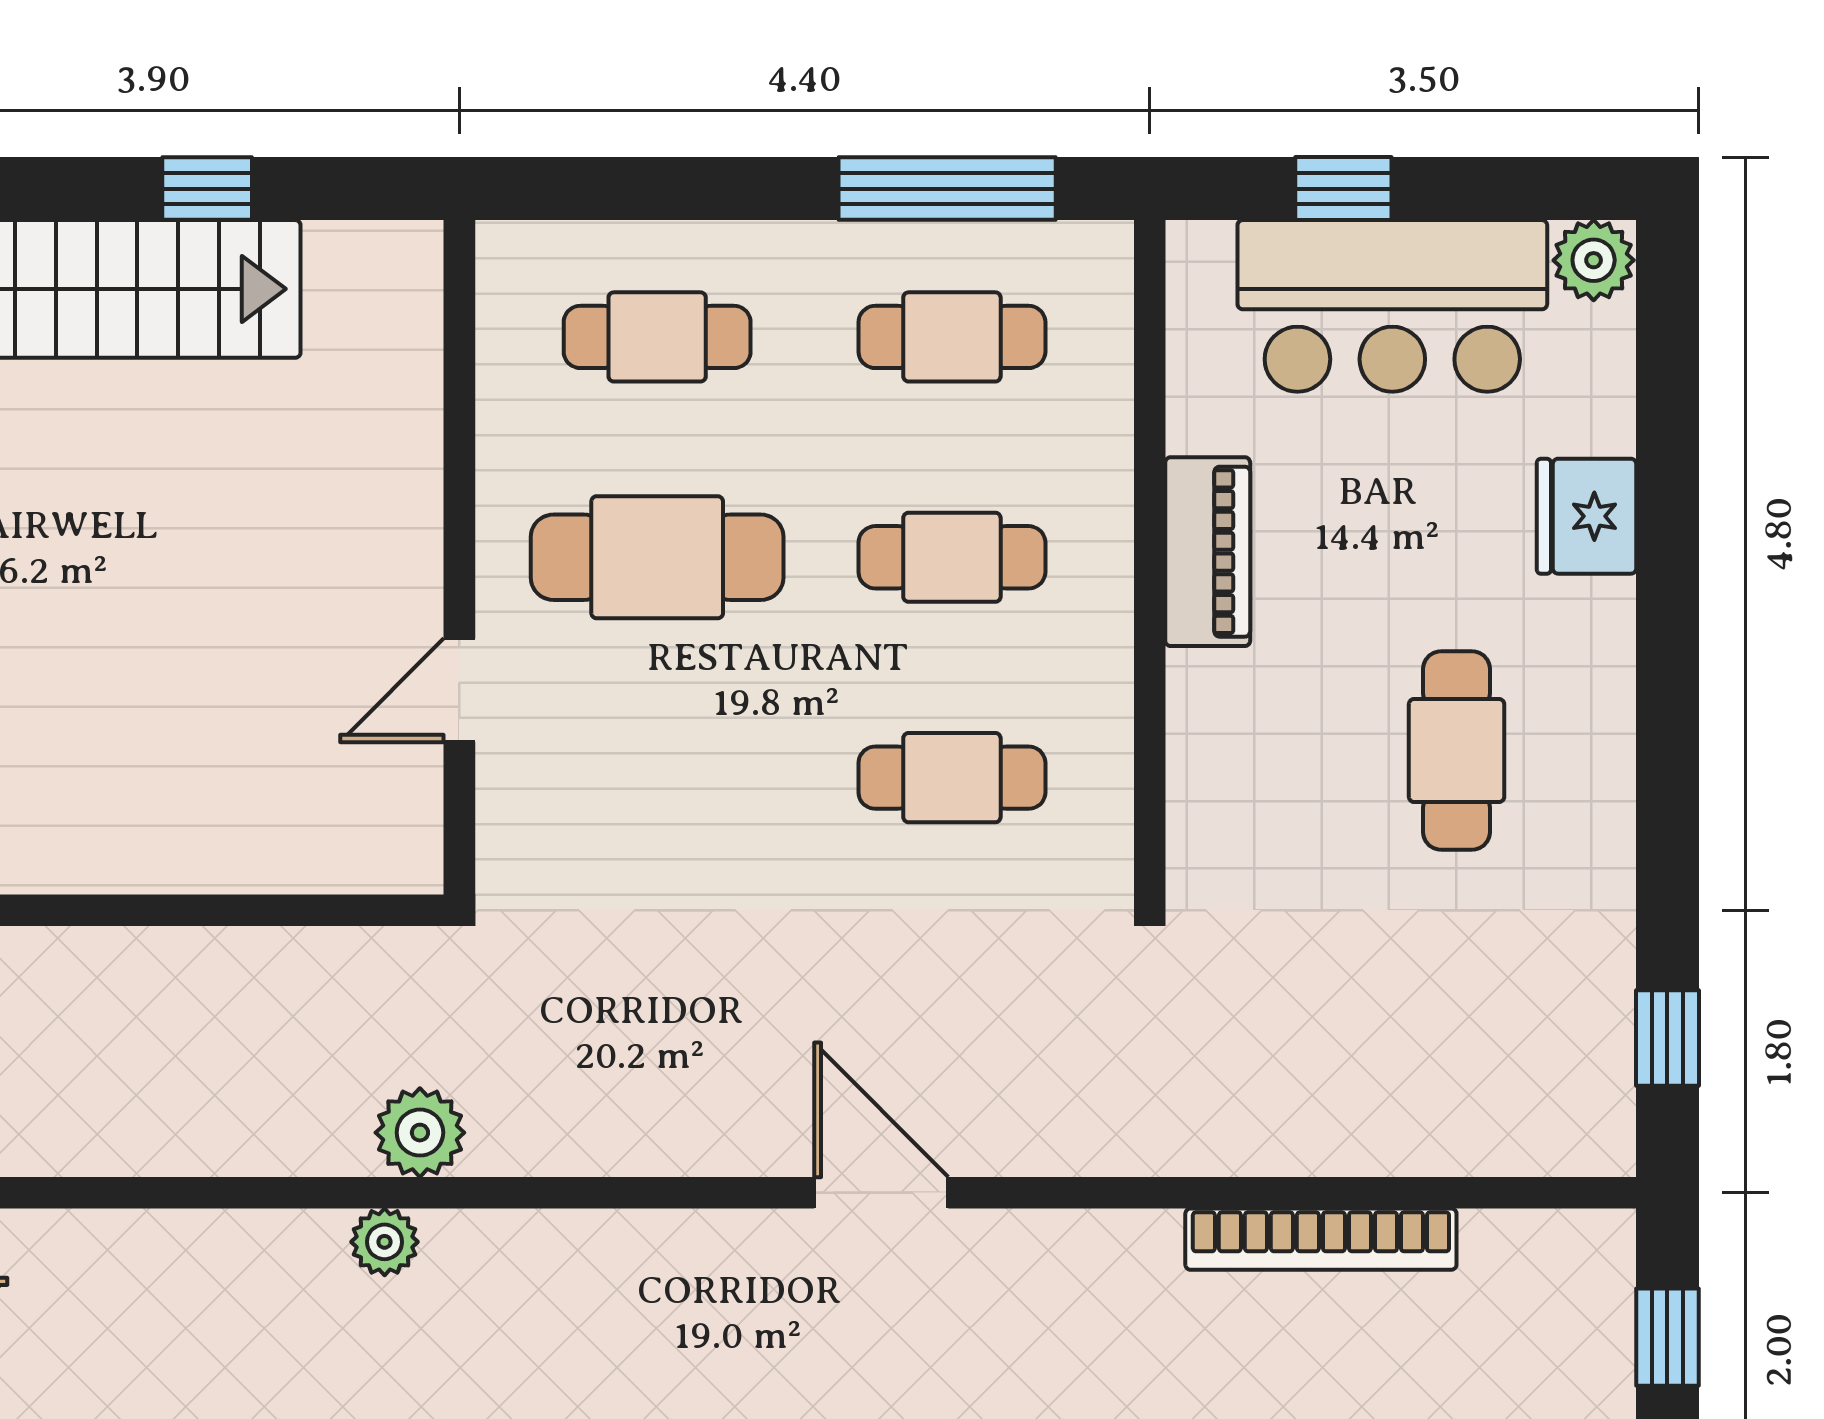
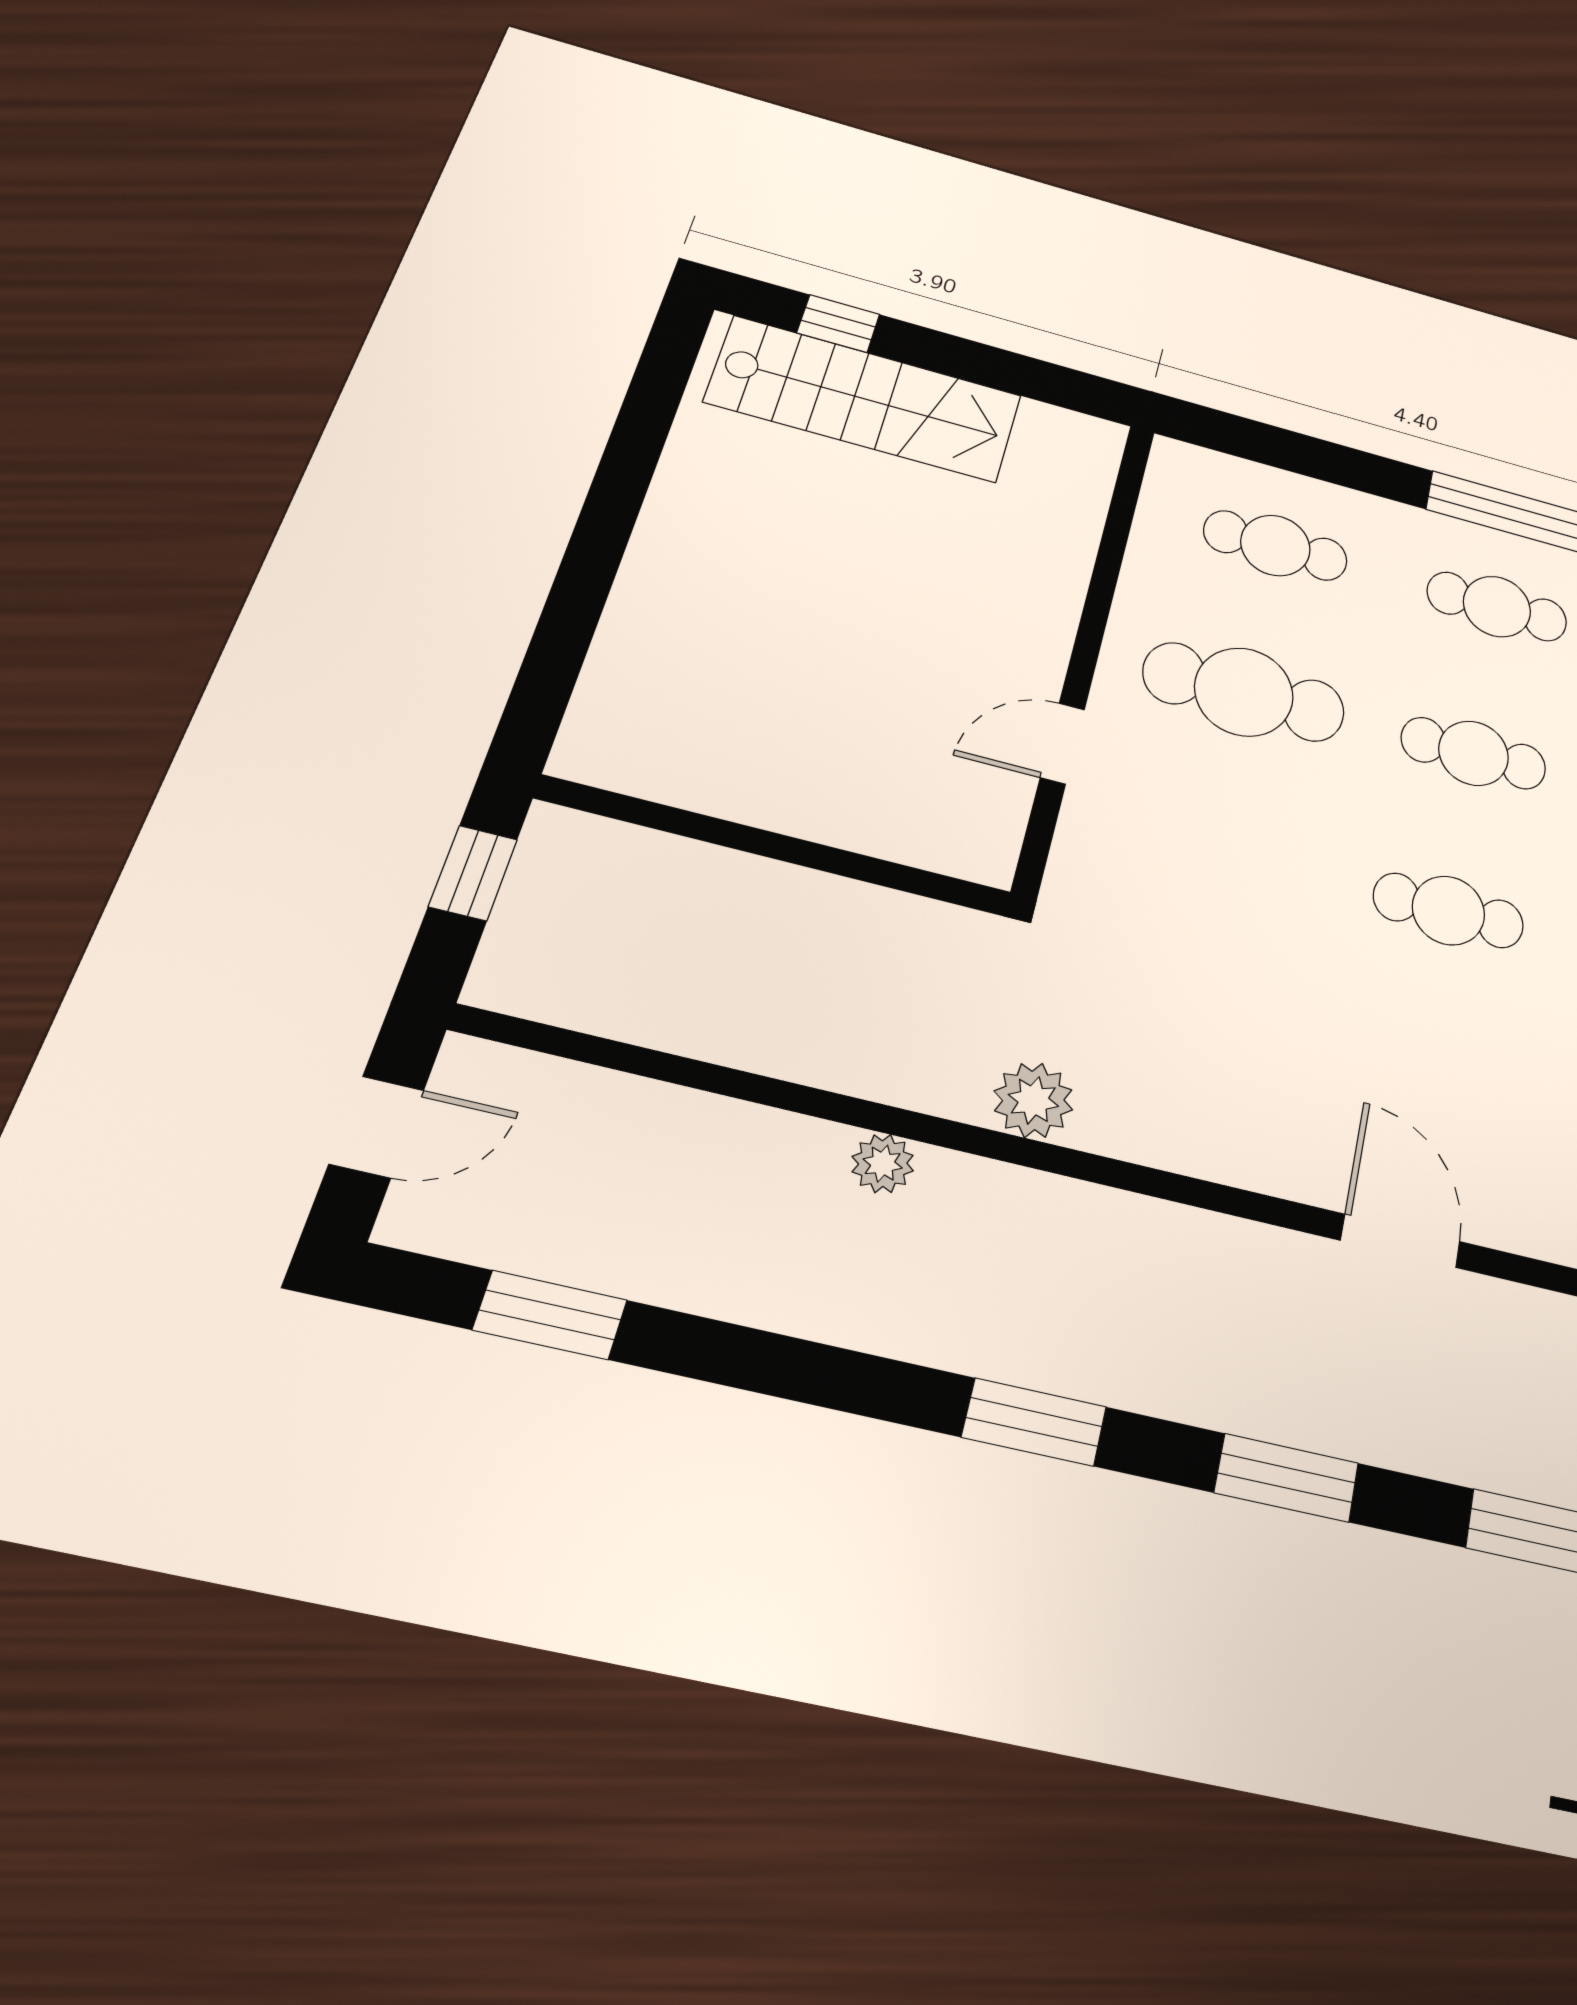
window: (207, 189) -> (838, 324), moved
plant: (420, 1133) -> (1033, 1100), moved
door: (881, 1193) -> (1400, 1241), moved

